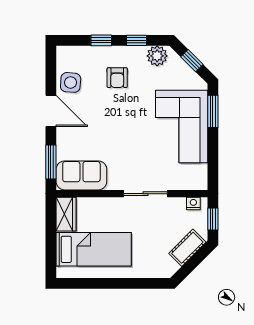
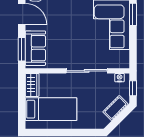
sofa: (81, 175) -> (35, 48), moved, turned 90
sliding door: (145, 194) -> (87, 71), width x1.37

